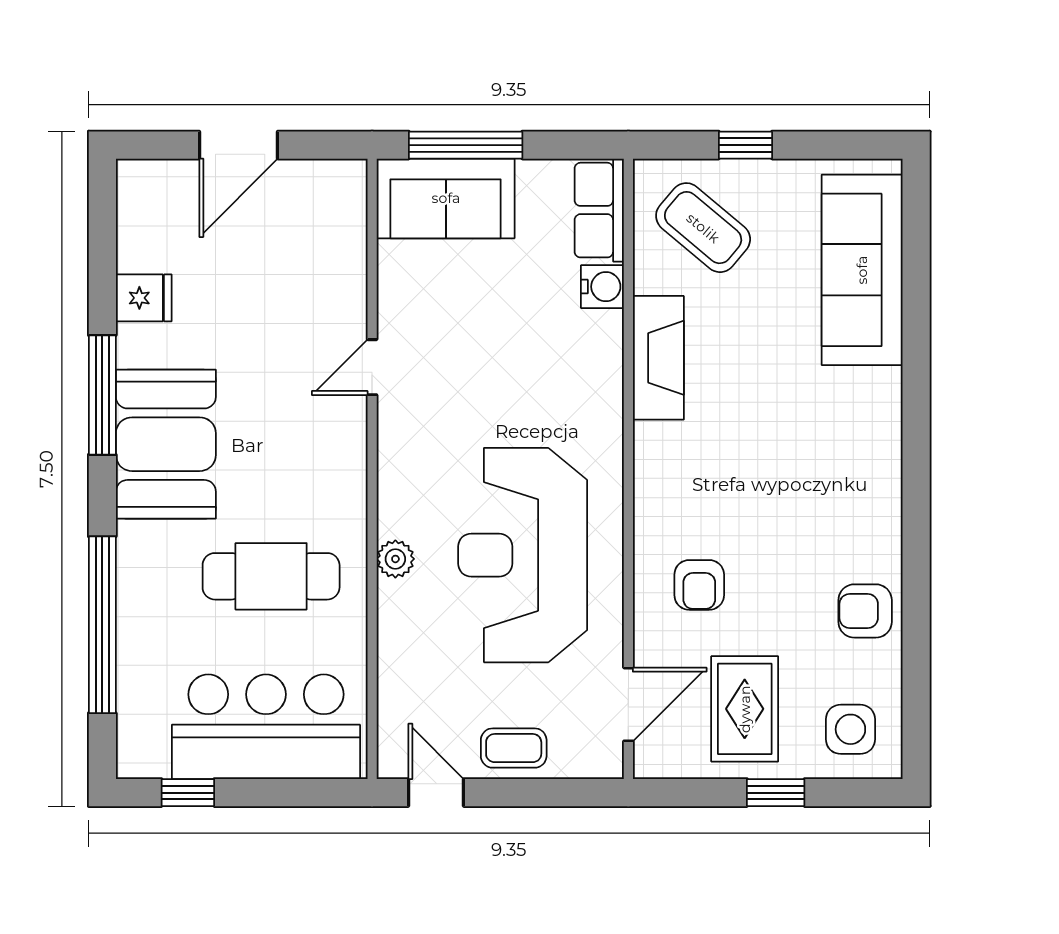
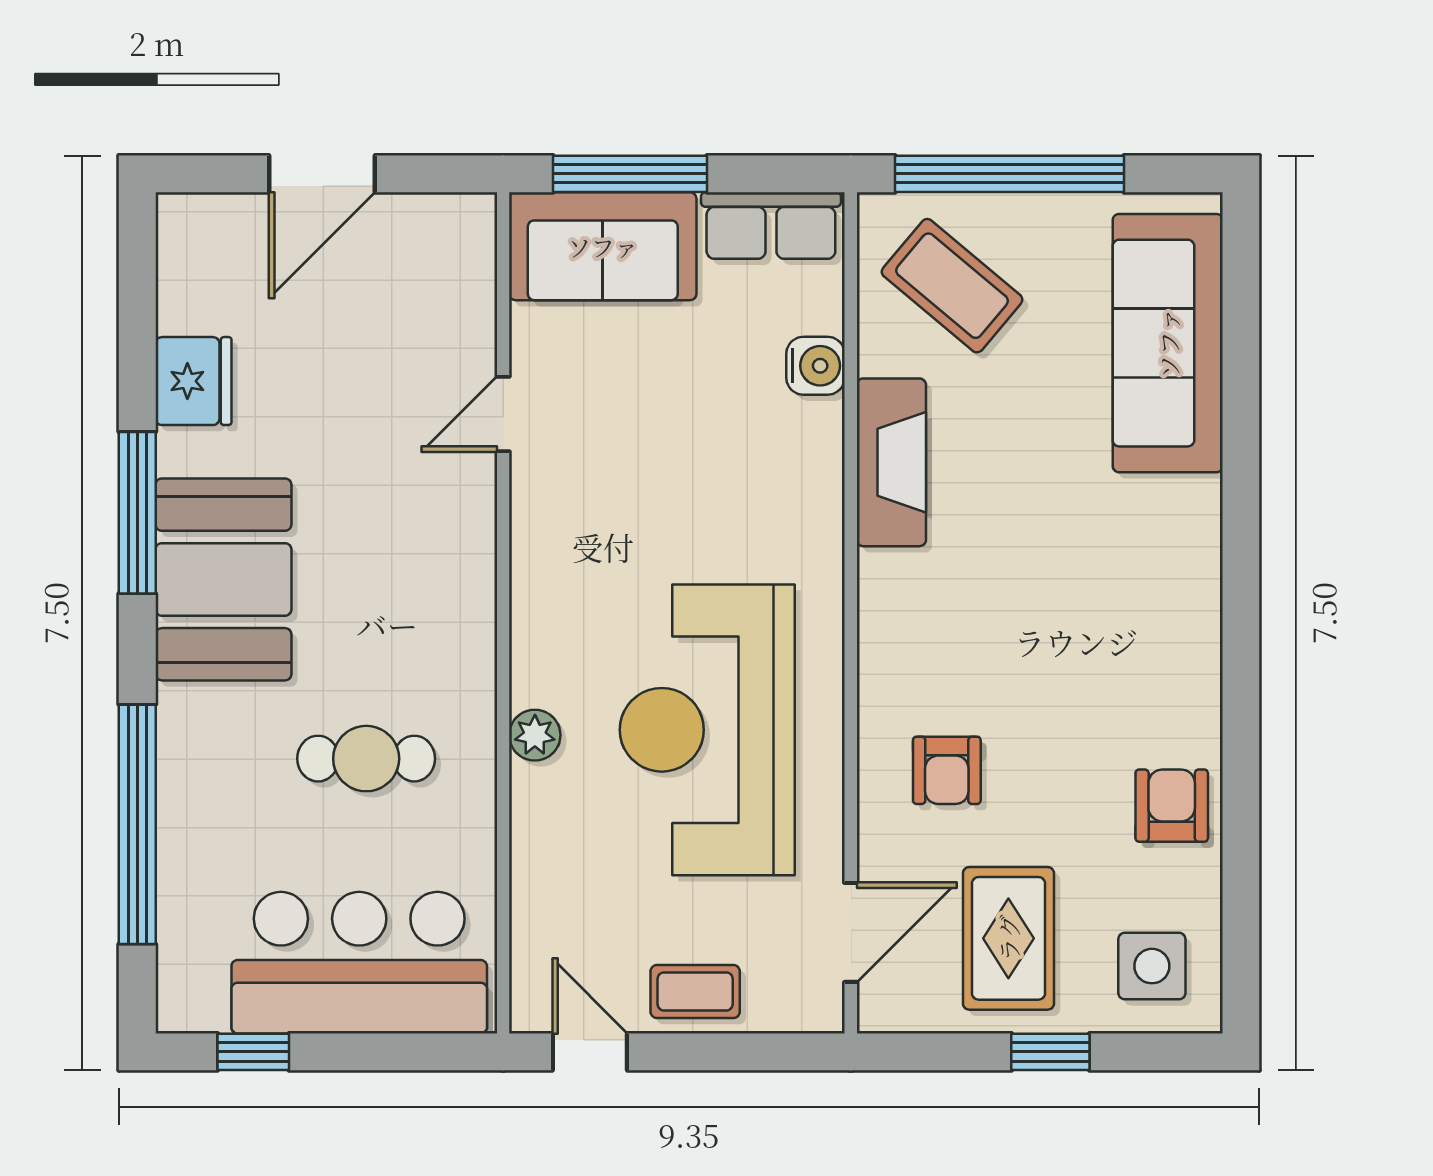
window: (745, 145) -> (1009, 174), width x3.17
row of seats: (599, 210) -> (771, 226), moved, turned -90
fridge: (144, 298) -> (194, 381), width x1.38
door: (372, 367) -> (503, 414), moved
cafe table: (271, 576) -> (366, 759), width x0.73, depth x0.74
armchair: (865, 611) -> (1172, 806), turned 90

